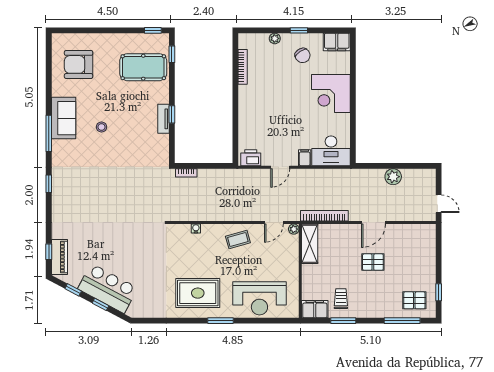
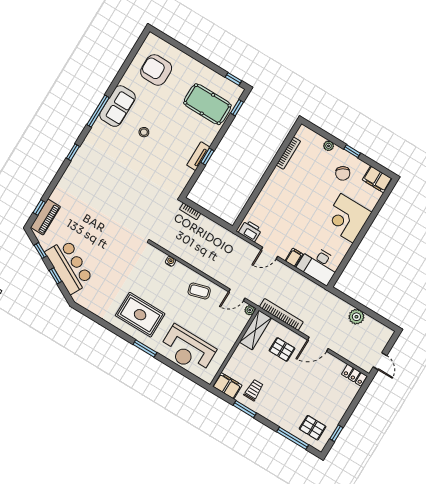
locker: (423, 230) -> (354, 375), added
pallet: (373, 262) -> (282, 349), moved

